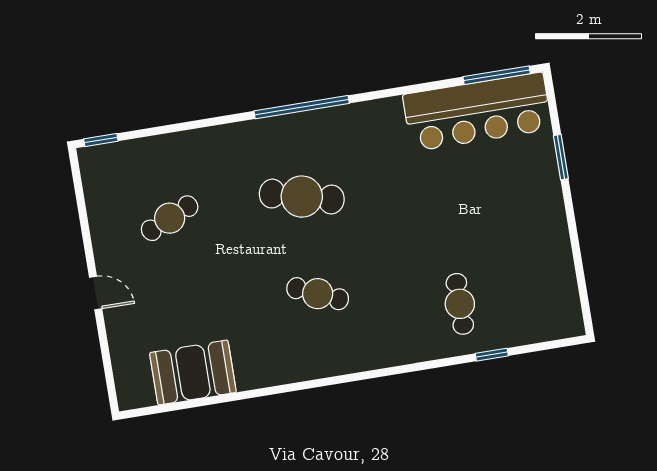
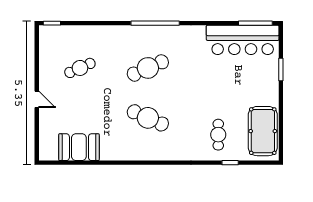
cafe table: (302, 197) -> (148, 68), turned -39
pool table: (545, 283) -> (263, 131), added
cafe table: (318, 294) -> (148, 118), width x1.37, depth x1.35

